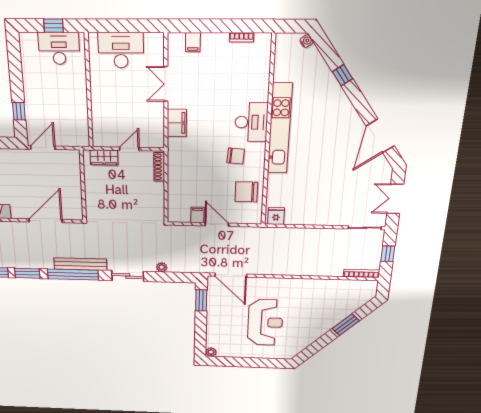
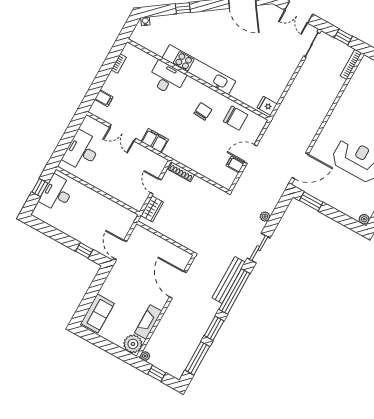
desk: (251, 122) -> (167, 78), moved
chair: (246, 192) -> (236, 118), turned -90

